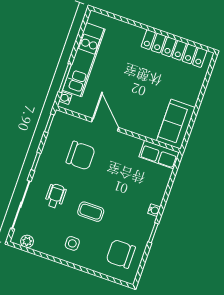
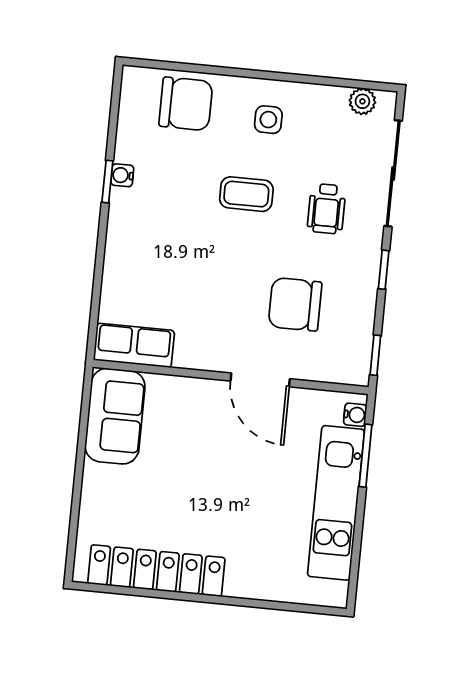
water cooler: (154, 210) -> (122, 175), moved
chair: (121, 254) -> (186, 104), moved

